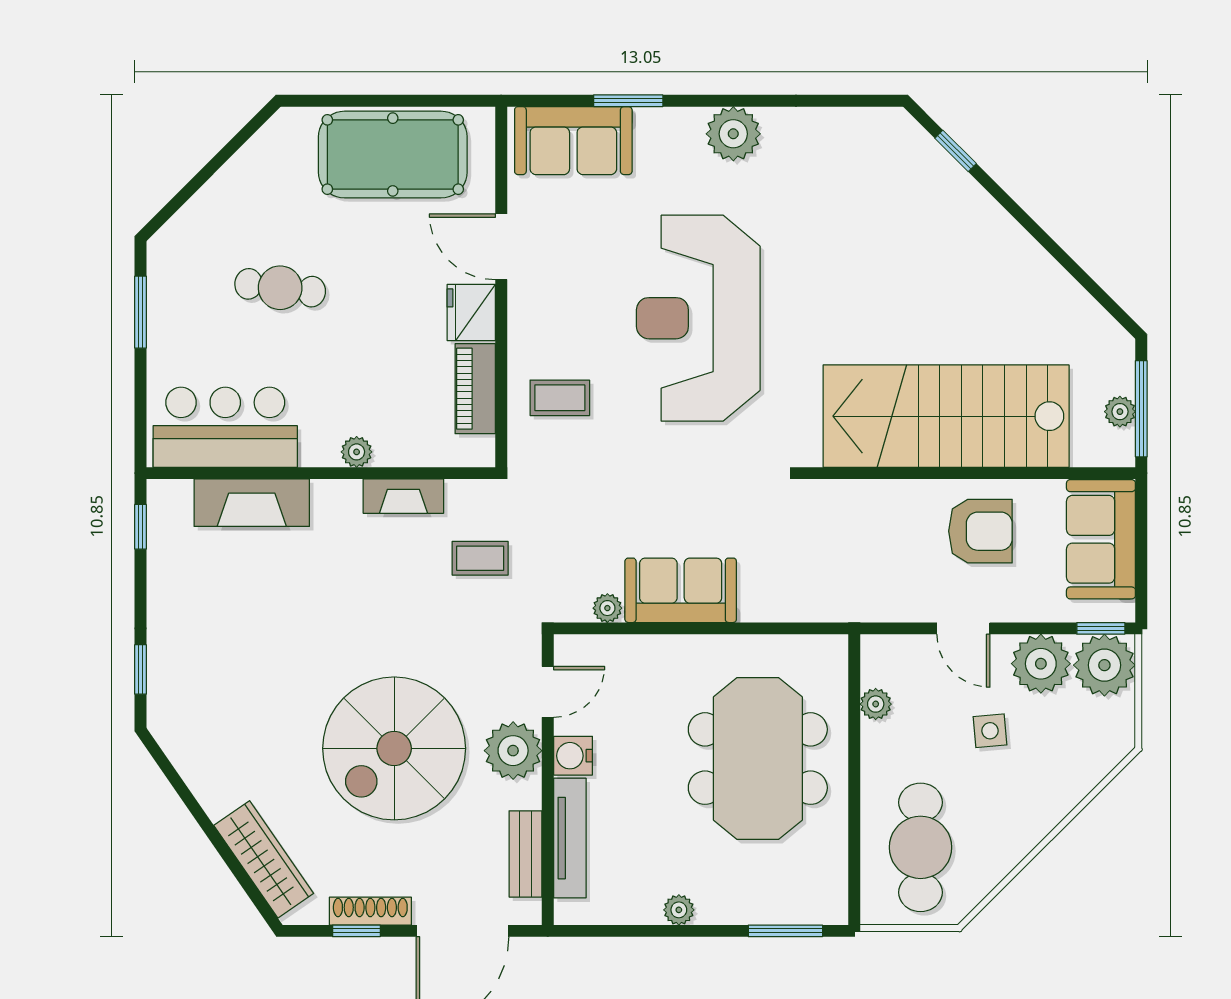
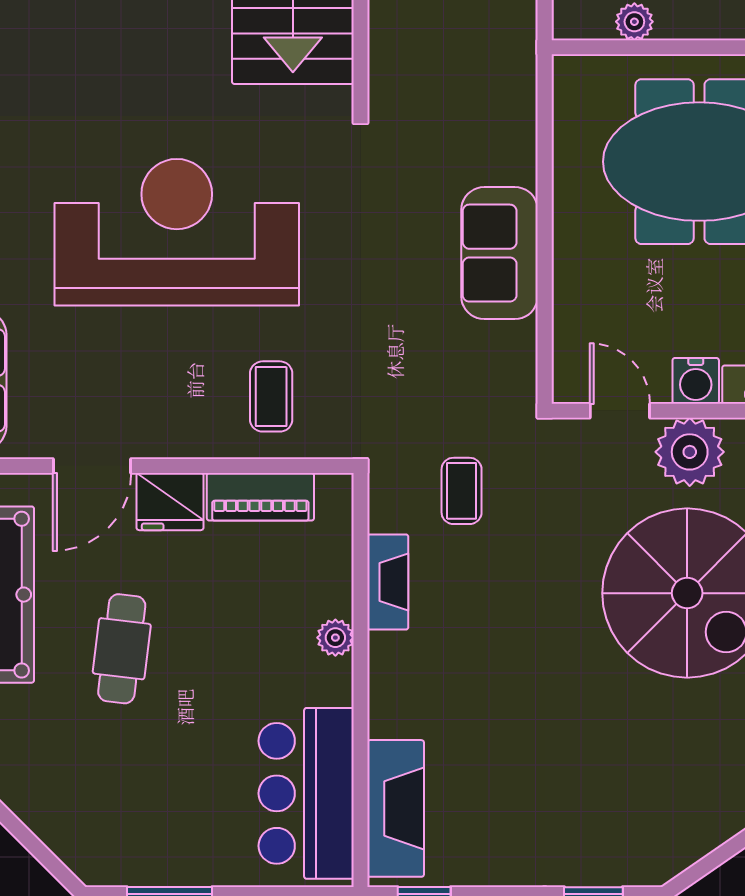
cafe table: (280, 288) -> (122, 649), moved
reception desk: (698, 318) -> (177, 232), turned 180
fireplace: (252, 503) -> (396, 808), moved
plant: (607, 608) -> (521, 340), removed

